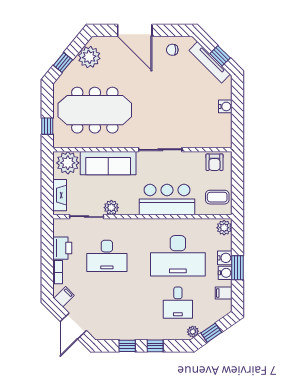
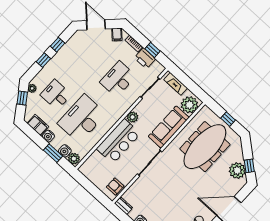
window: (63, 63) -> (249, 166), moved
window: (47, 126) -> (228, 119), moved
dresser: (226, 137) -> (124, 206), added
coffee table: (217, 197) -> (94, 170), removed
plant: (111, 208) -> (133, 117), moved
window: (47, 248) -> (152, 50), added
water cooler: (225, 258) -> (65, 151), moved
window: (237, 268) -> (53, 153), moved
filing cabinet: (224, 293) -> (38, 125), width x2.00

